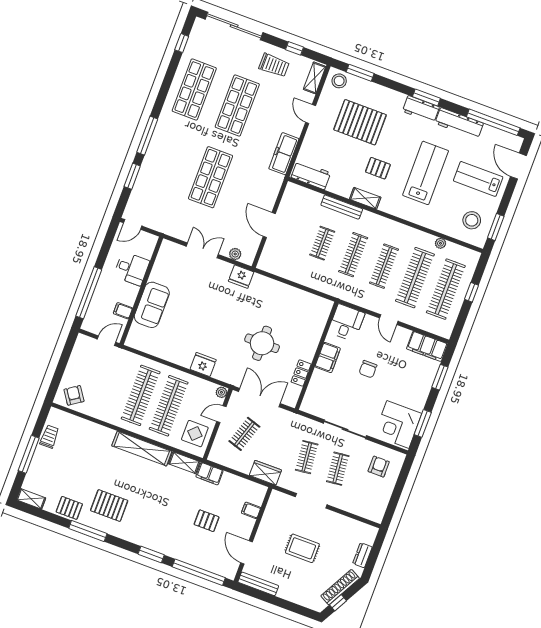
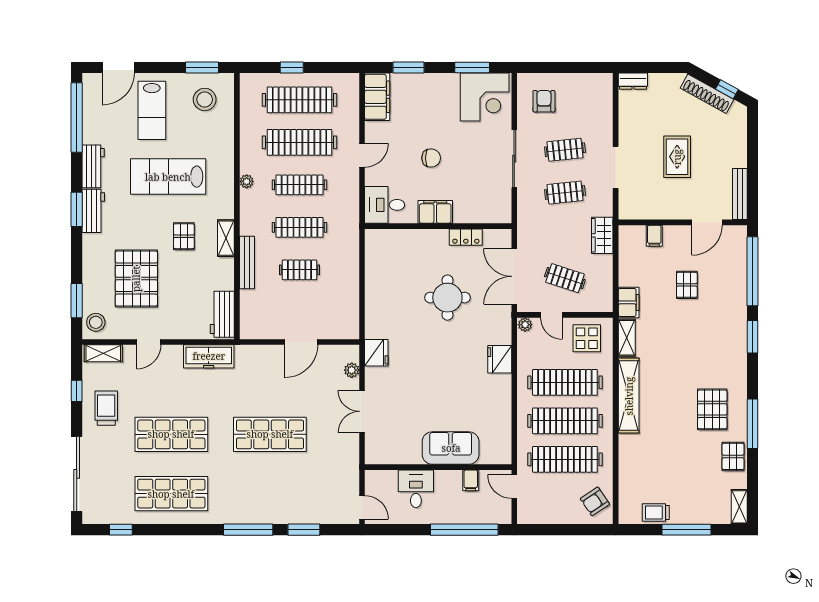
workbench: (459, 123) -> (93, 166), width x0.73
plant: (441, 243) -> (247, 181), moved
clothes rail: (113, 385) -> (565, 459), added
armchair: (379, 467) -> (544, 101), turned 90
dresser: (362, 555) -> (633, 81), moved

